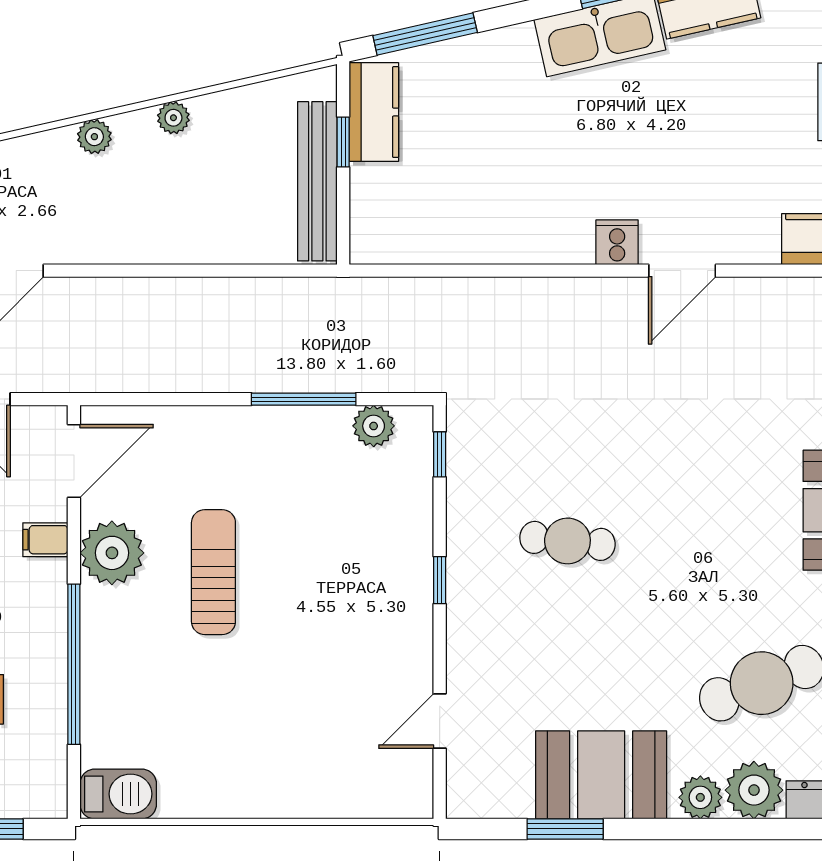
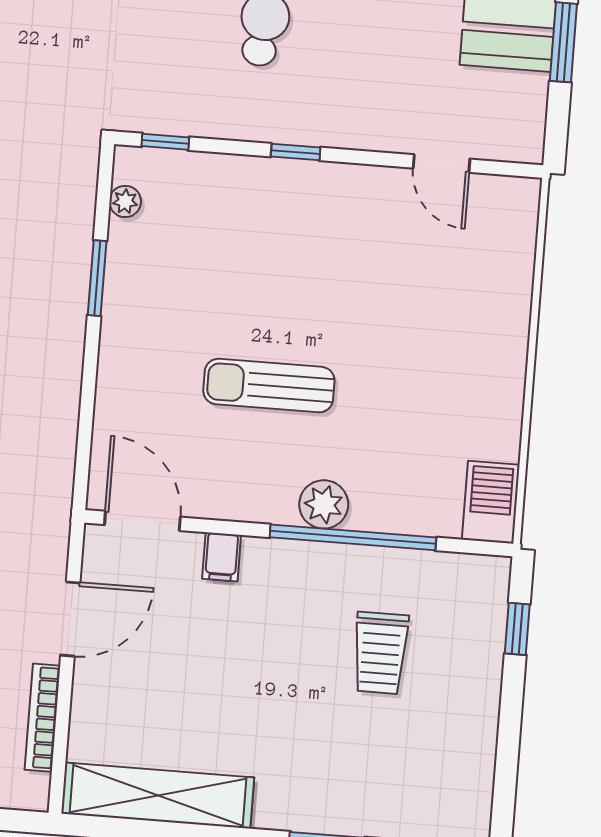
window: (304, 399) -> (97, 278), width x0.69
plant: (374, 426) -> (125, 201), width x0.73, depth x0.73
plant: (112, 553) -> (324, 504), moved, width x0.73, depth x0.73

